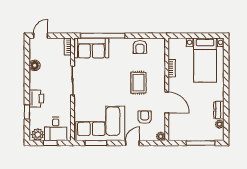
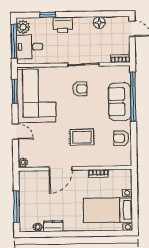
sofa: (91, 48) -> (120, 102), moved
armchair: (145, 117) -> (80, 89), moved
window: (50, 143) -> (14, 41), width x2.17

